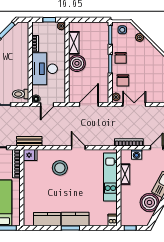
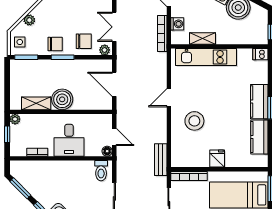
desk: (45, 69) -> (69, 140), width x0.73
fridge: (30, 155) -> (217, 159), moved

